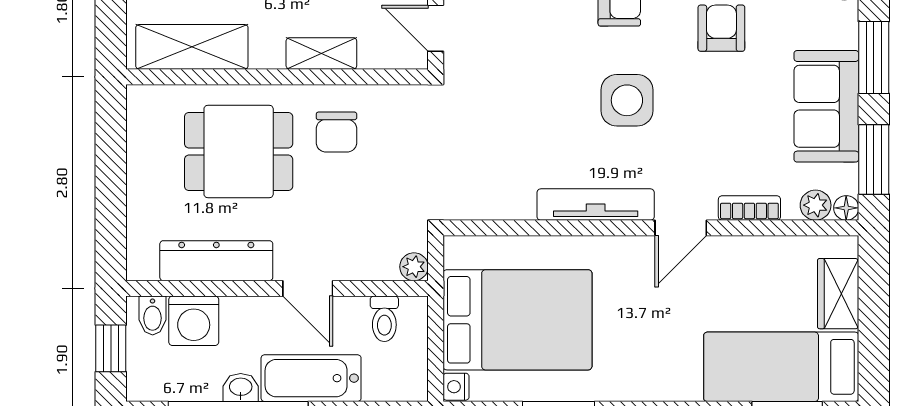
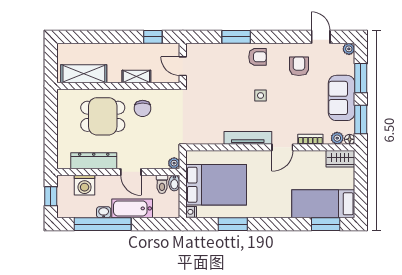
side table: (627, 100) -> (261, 96), width x0.54, depth x0.54
wardrobe: (838, 294) -> (340, 159), moved, turned -90
bidet: (153, 316) -> (174, 183), moved

